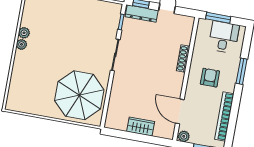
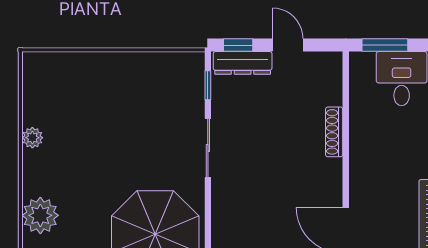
plant: (22, 44) -> (40, 215), moved, width x1.88, depth x1.88
armchair: (210, 78) -> (390, 158), removed

